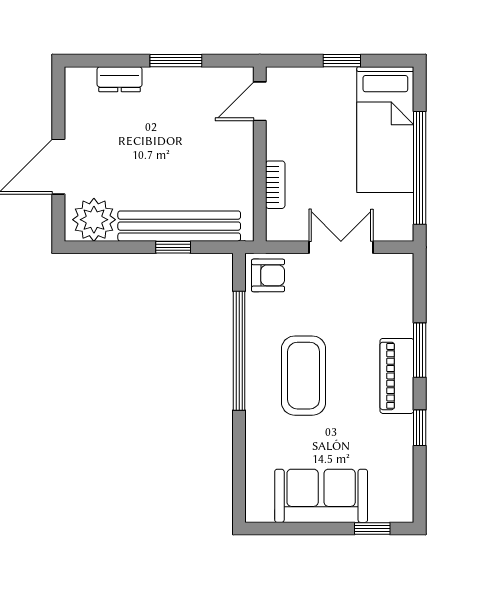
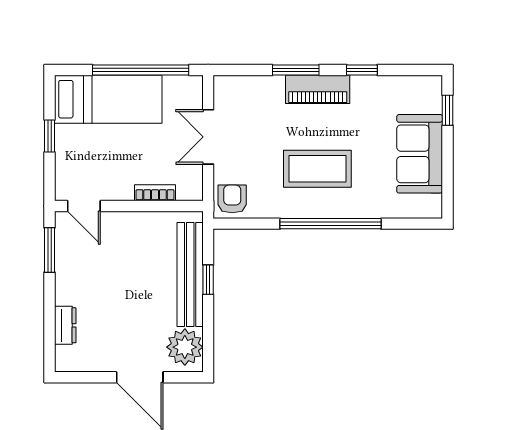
window: (176, 61) -> (50, 250), moved
window: (239, 351) -> (331, 224), moved

